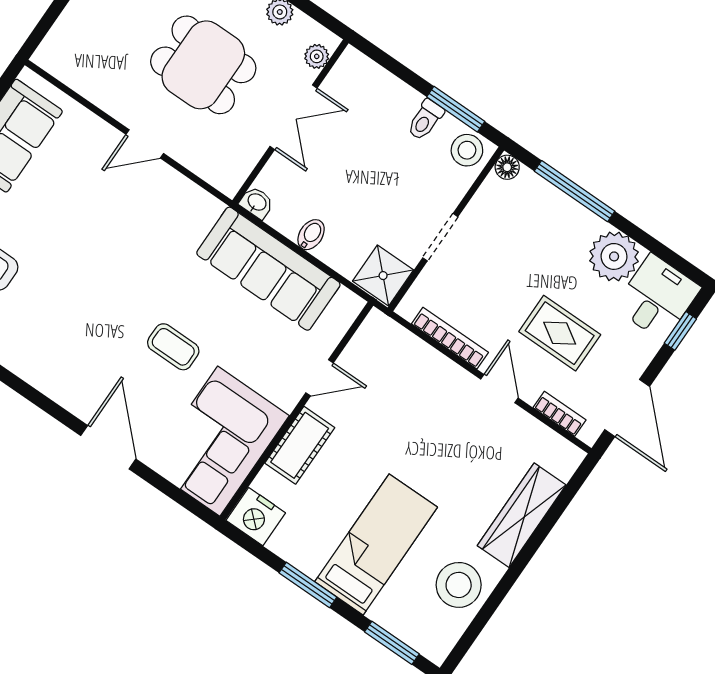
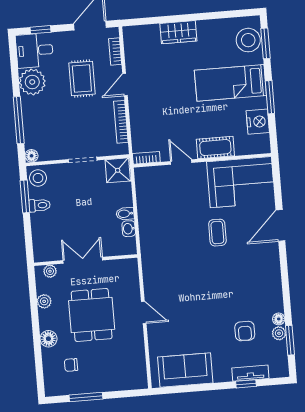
washbasin: (257, 203) -> (129, 229), moved
sofa: (268, 269) -> (153, 220), removed
bookcase: (367, 332) -> (146, 158), added
wardrobe: (522, 515) -> (178, 32), width x0.67
nightstand: (256, 517) -> (258, 122), moved
stool: (459, 585) -> (248, 40), moved

